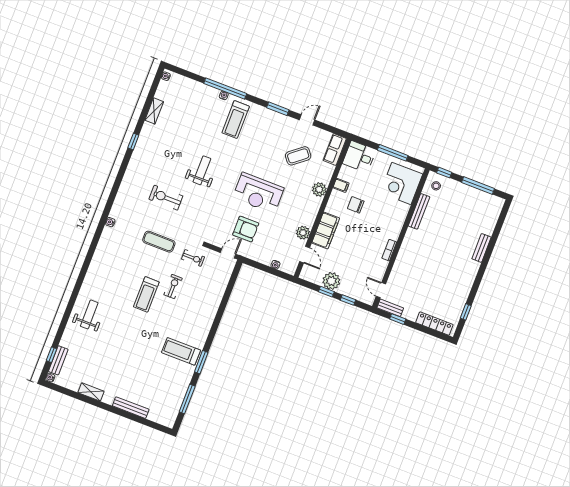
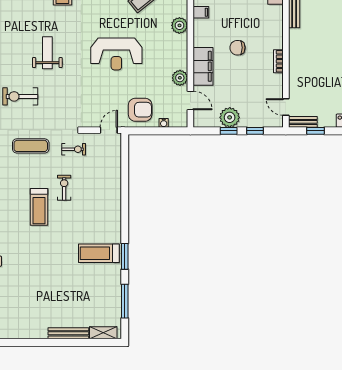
chair: (356, 205) -> (238, 48), moved
armchair: (246, 229) -> (140, 110), moved
shelving: (91, 392) -> (103, 333), moved

